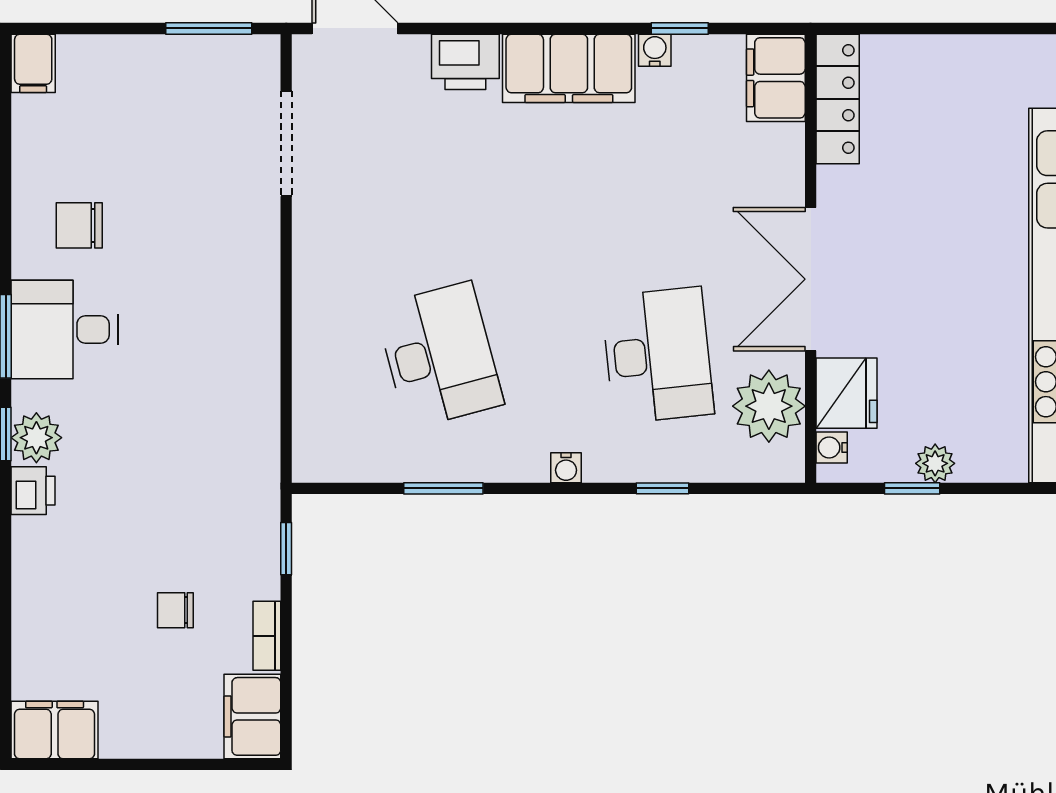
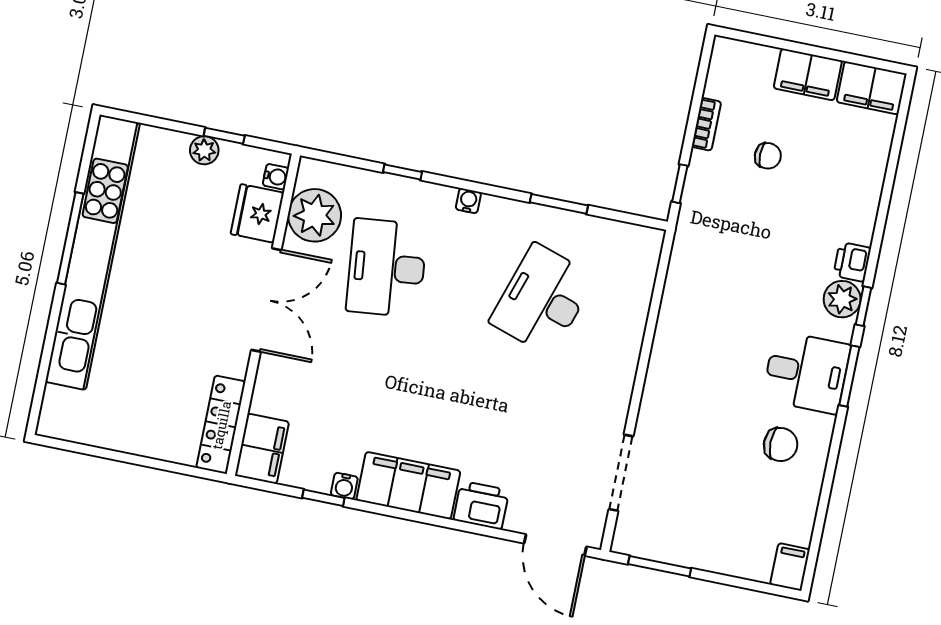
desk: (439, 355) -> (543, 300), turned 33
filing cabinet: (252, 716) -> (808, 74), moved, turned 90

